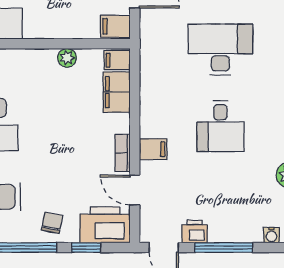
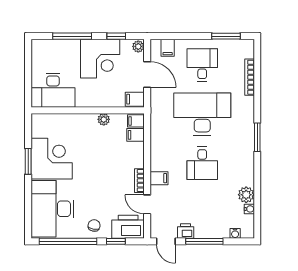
desk: (220, 50) -> (202, 114), width x1.36, depth x1.30
filing cabinet: (117, 92) -> (136, 135), width x0.50

